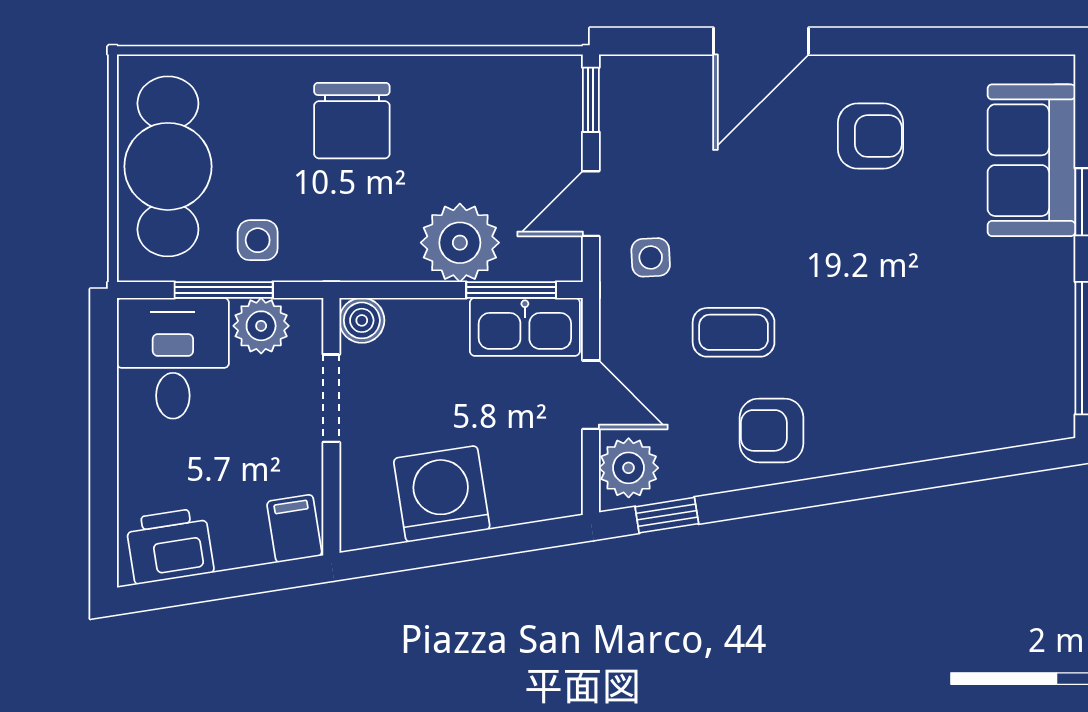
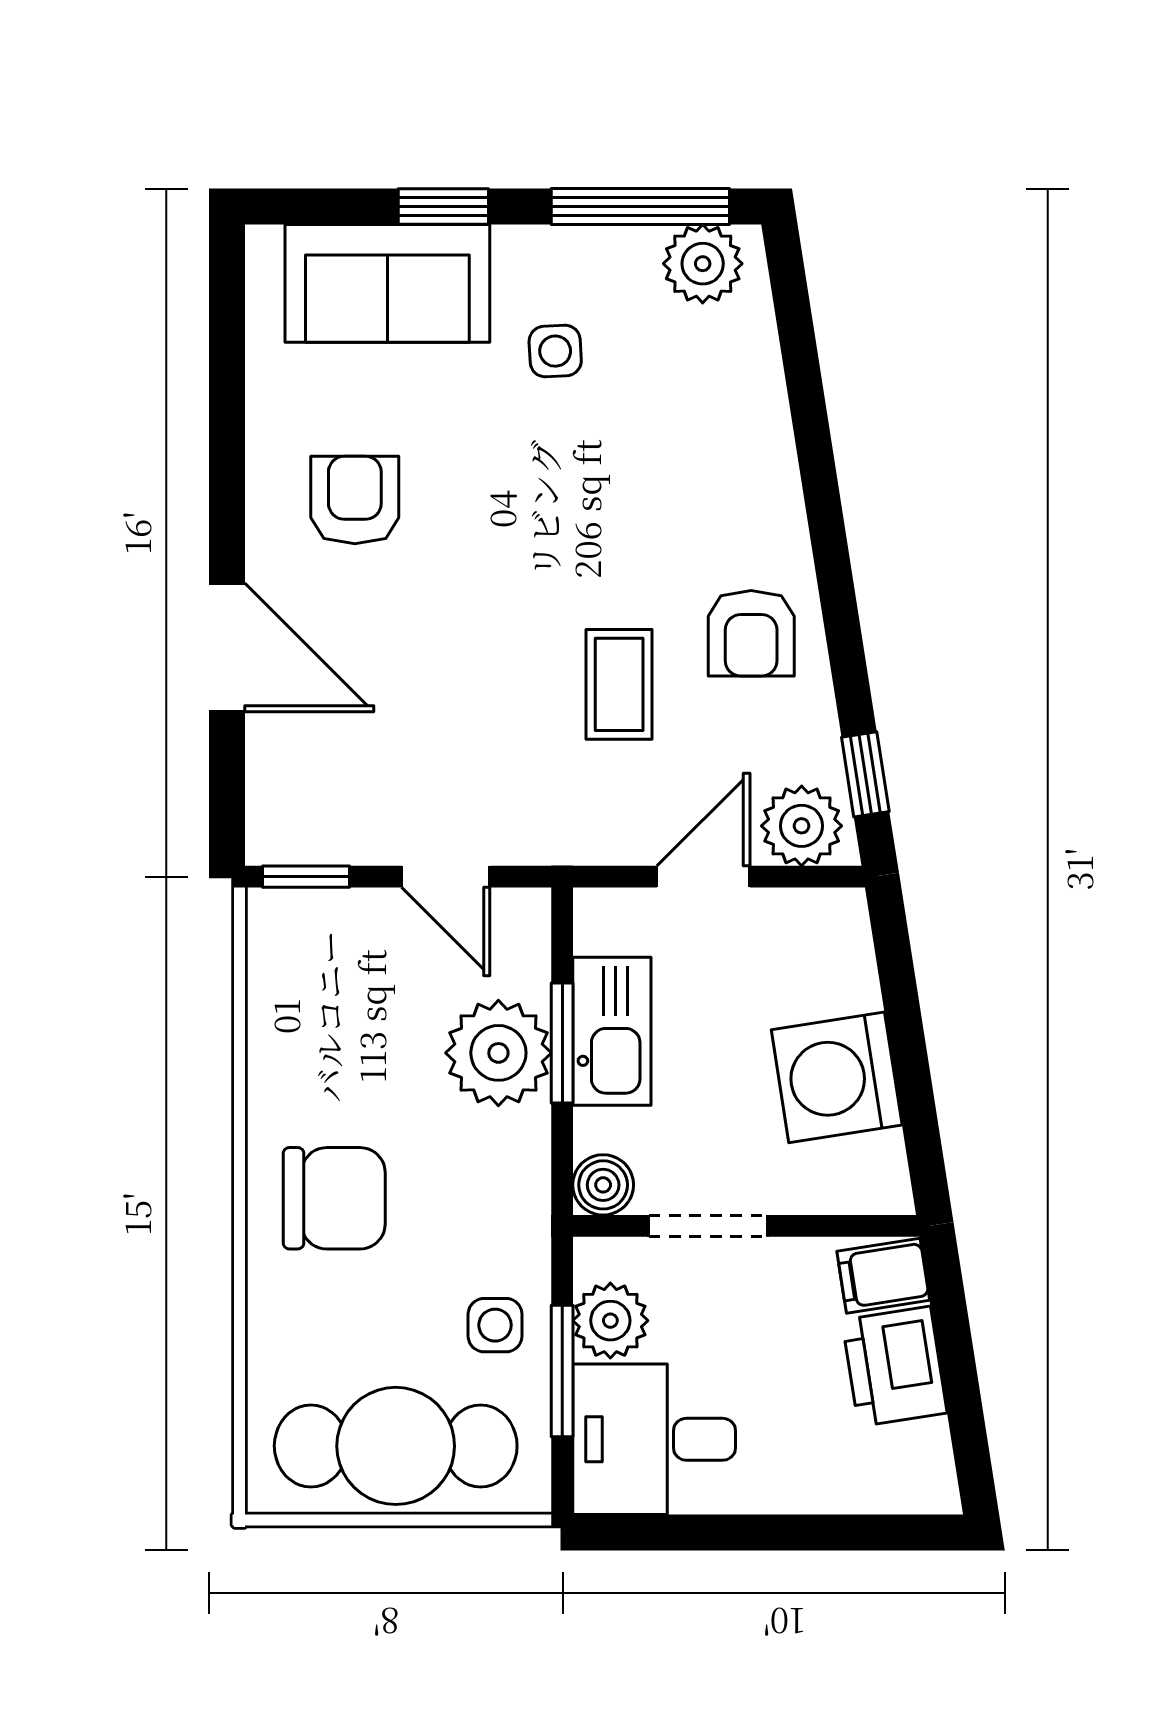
side table: (651, 257) -> (555, 351), moved
window: (511, 290) -> (562, 1043), moved
kitchen sink: (525, 327) -> (612, 1031), moved
plant: (1046, 394) -> (703, 264), added
printer: (170, 546) -> (895, 1366), moved

